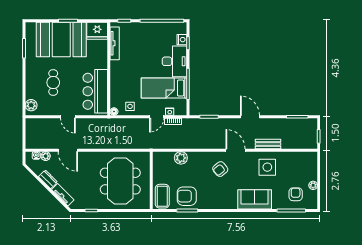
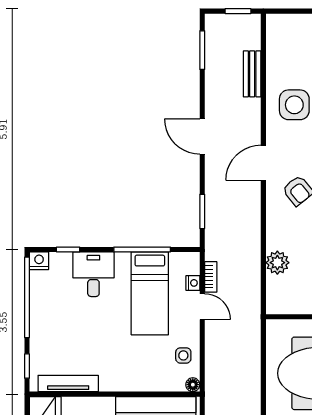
nightstand: (182, 40) -> (39, 261), moved
desk: (175, 61) -> (93, 274), width x0.73
door: (250, 117) -> (202, 136), hinge flipped
bench: (268, 144) -> (252, 74), moved

